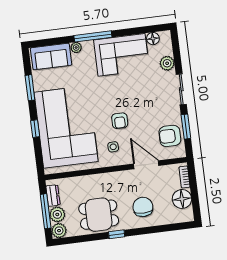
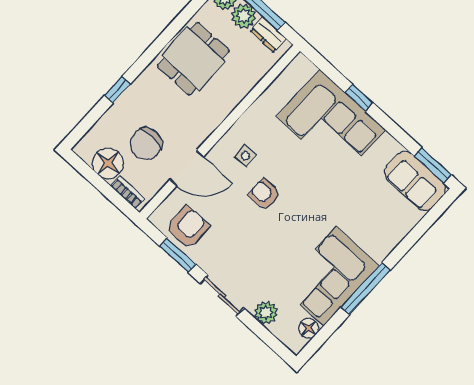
window: (93, 36) -> (366, 289), moved
plant: (76, 47) -> (393, 238), removed
sofa: (51, 56) -> (415, 181), moved, turned -90
window: (30, 88) -> (433, 165), moved
corner sofa: (66, 127) -> (331, 123), width x0.73, depth x0.74
chair: (143, 207) -> (146, 144), moved, turned 90
window: (117, 234) -> (117, 90), moved

